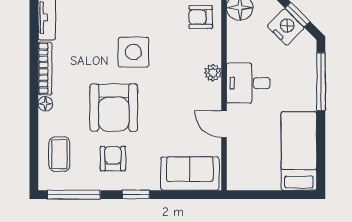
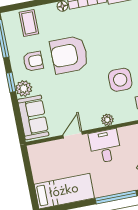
side table: (133, 52) -> (120, 80), moved
coffee table: (59, 154) -> (29, 23), turned 90
plant: (148, 179) -> (24, 88), added

